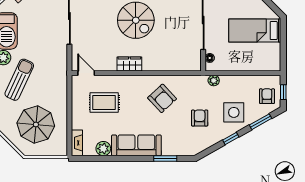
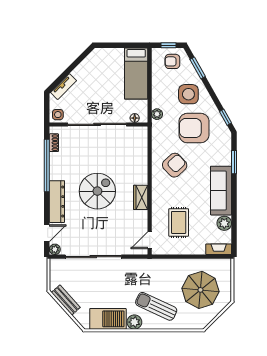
bed: (255, 31) -> (136, 73), moved
armchair: (200, 118) -> (194, 128), width x1.88, depth x1.88
window: (231, 138) -> (226, 117), moved

